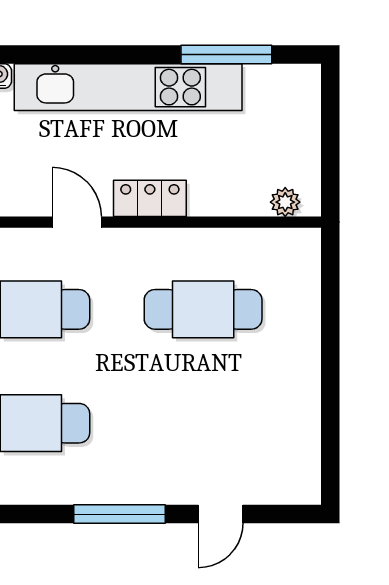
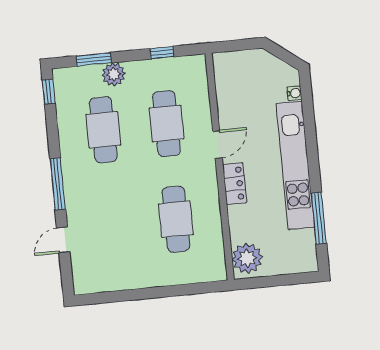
plant: (285, 202) -> (247, 258), width x1.87, depth x1.87
door: (221, 514) -> (63, 240), hinge flipped

